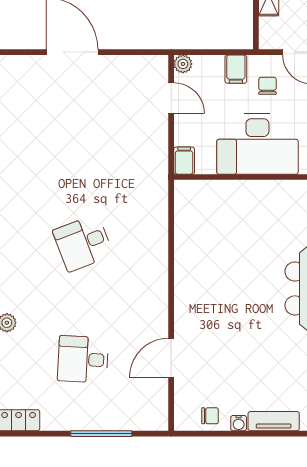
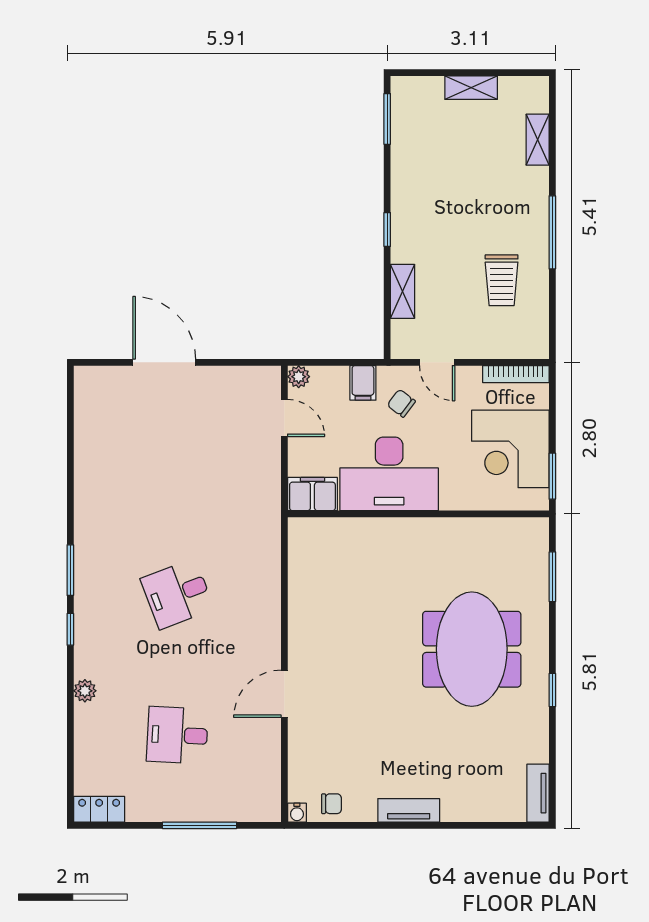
chair: (268, 86) -> (401, 403), turned -53
filing cabinet: (184, 161) -> (312, 494), width x2.00
door: (171, 358) -> (284, 694), moved
water cooler: (239, 423) -> (297, 813), moved

